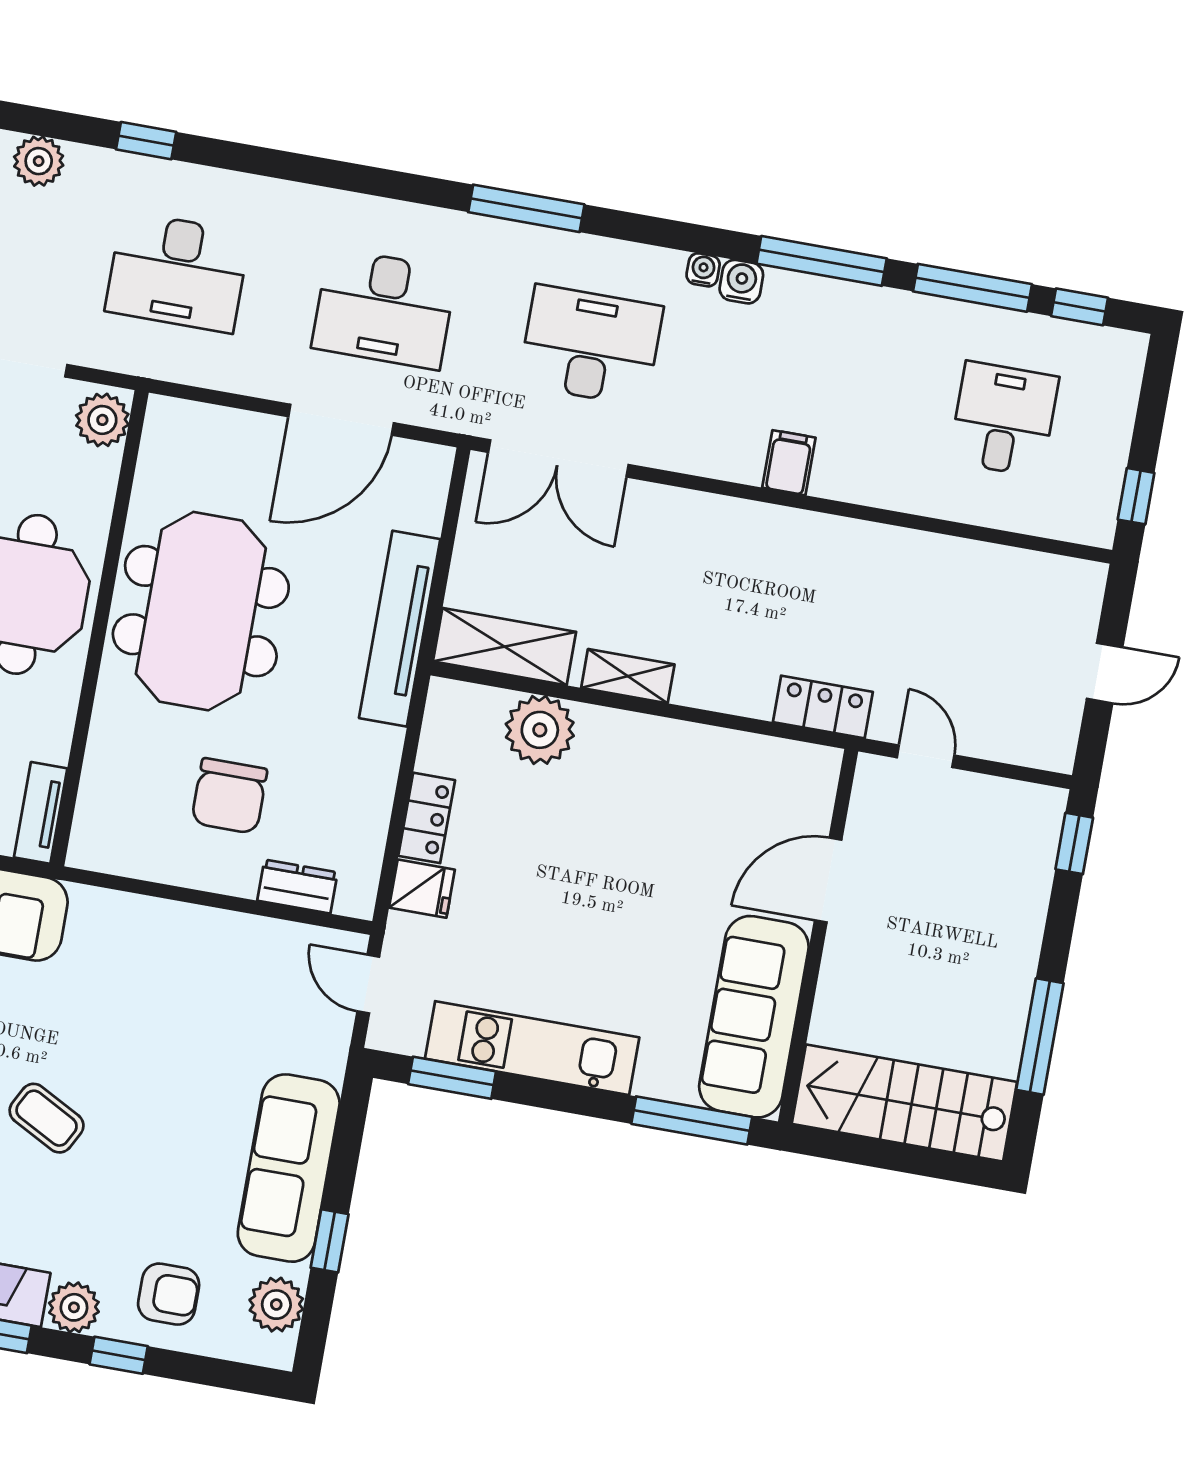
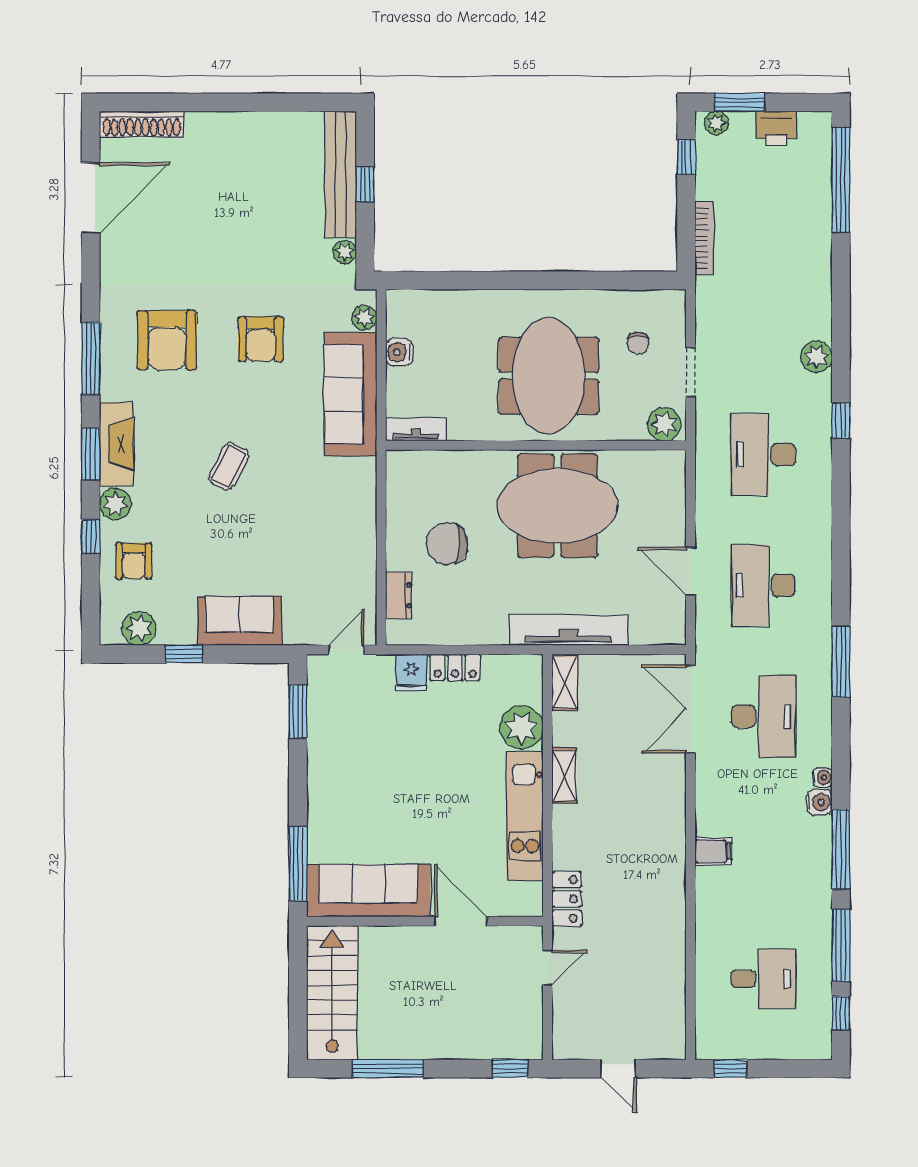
door: (341, 420) -> (691, 571), width x0.73
shelving: (505, 647) -> (565, 682), width x0.67, depth x0.75
kitchen unit: (532, 1048) -> (525, 816), moved, turned 180
sofa: (289, 1168) -> (240, 621), width x0.73

